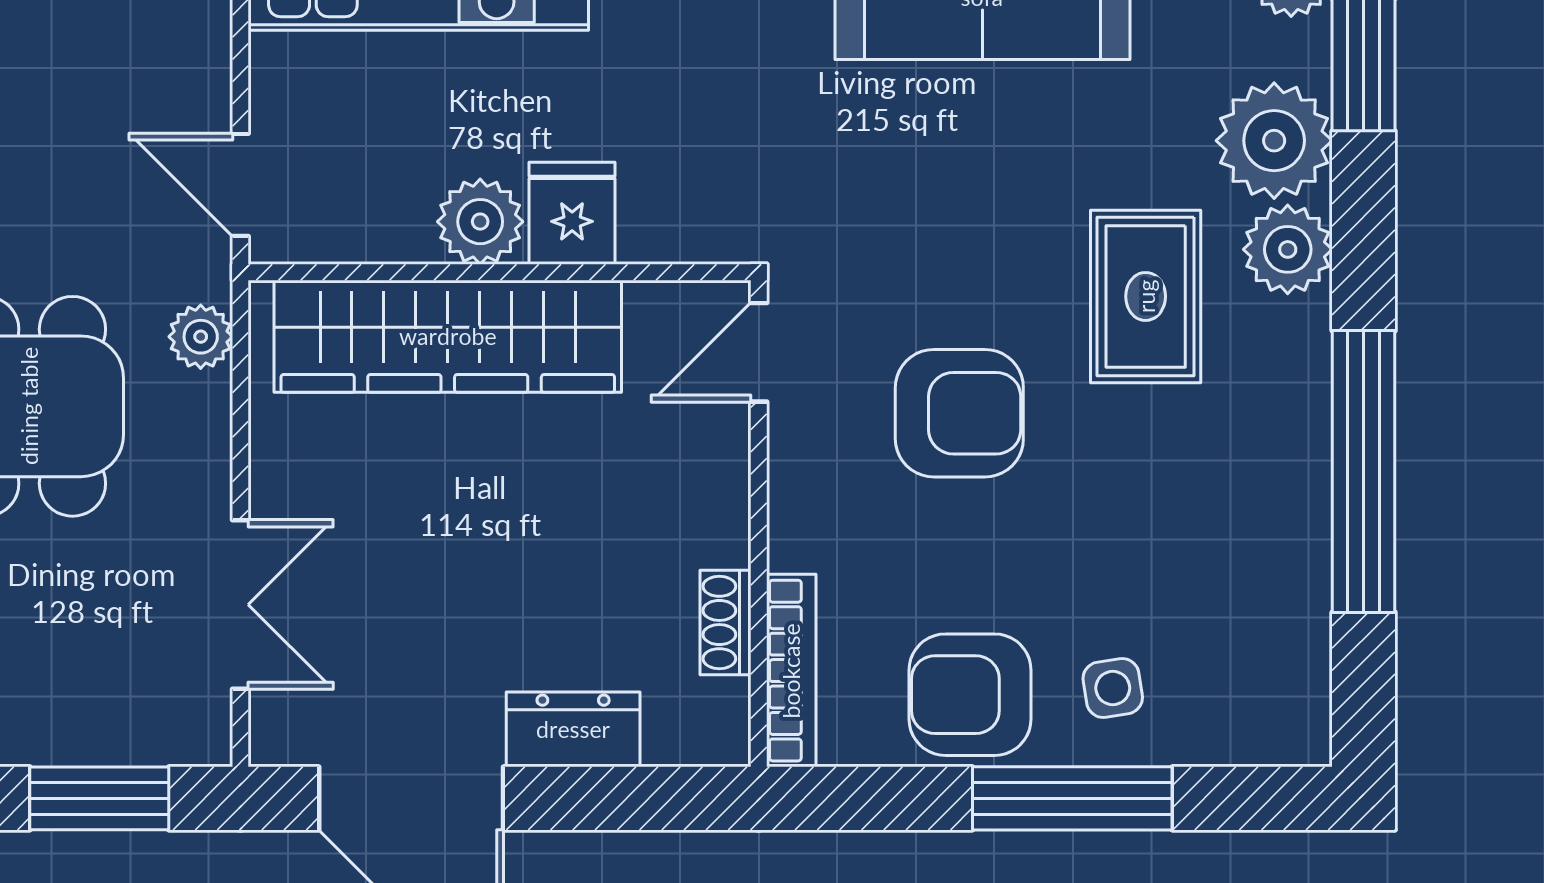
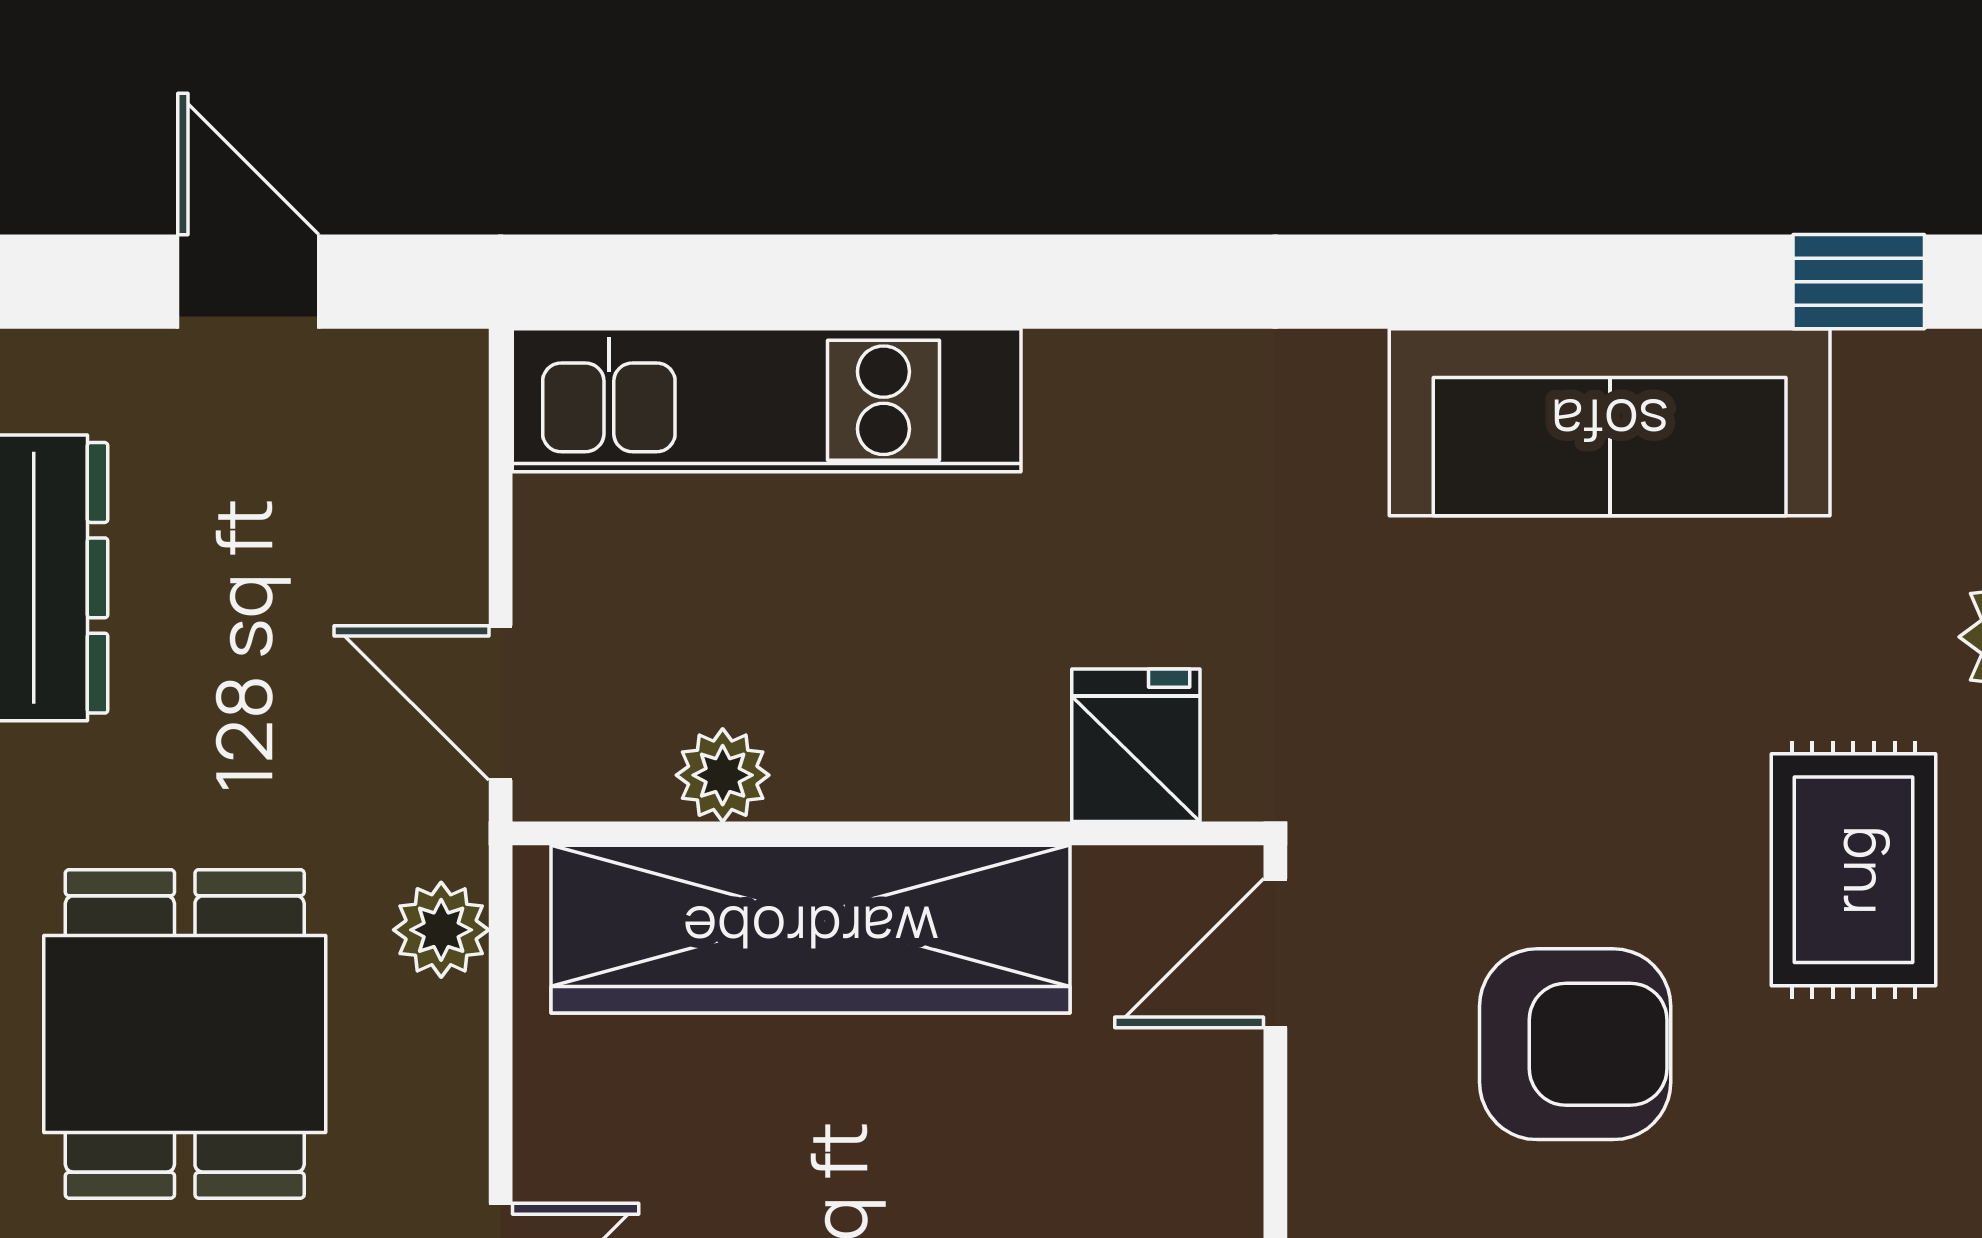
fridge: (572, 213) -> (1136, 745), moved
plant: (480, 222) -> (723, 775), moved, width x0.73, depth x0.73

